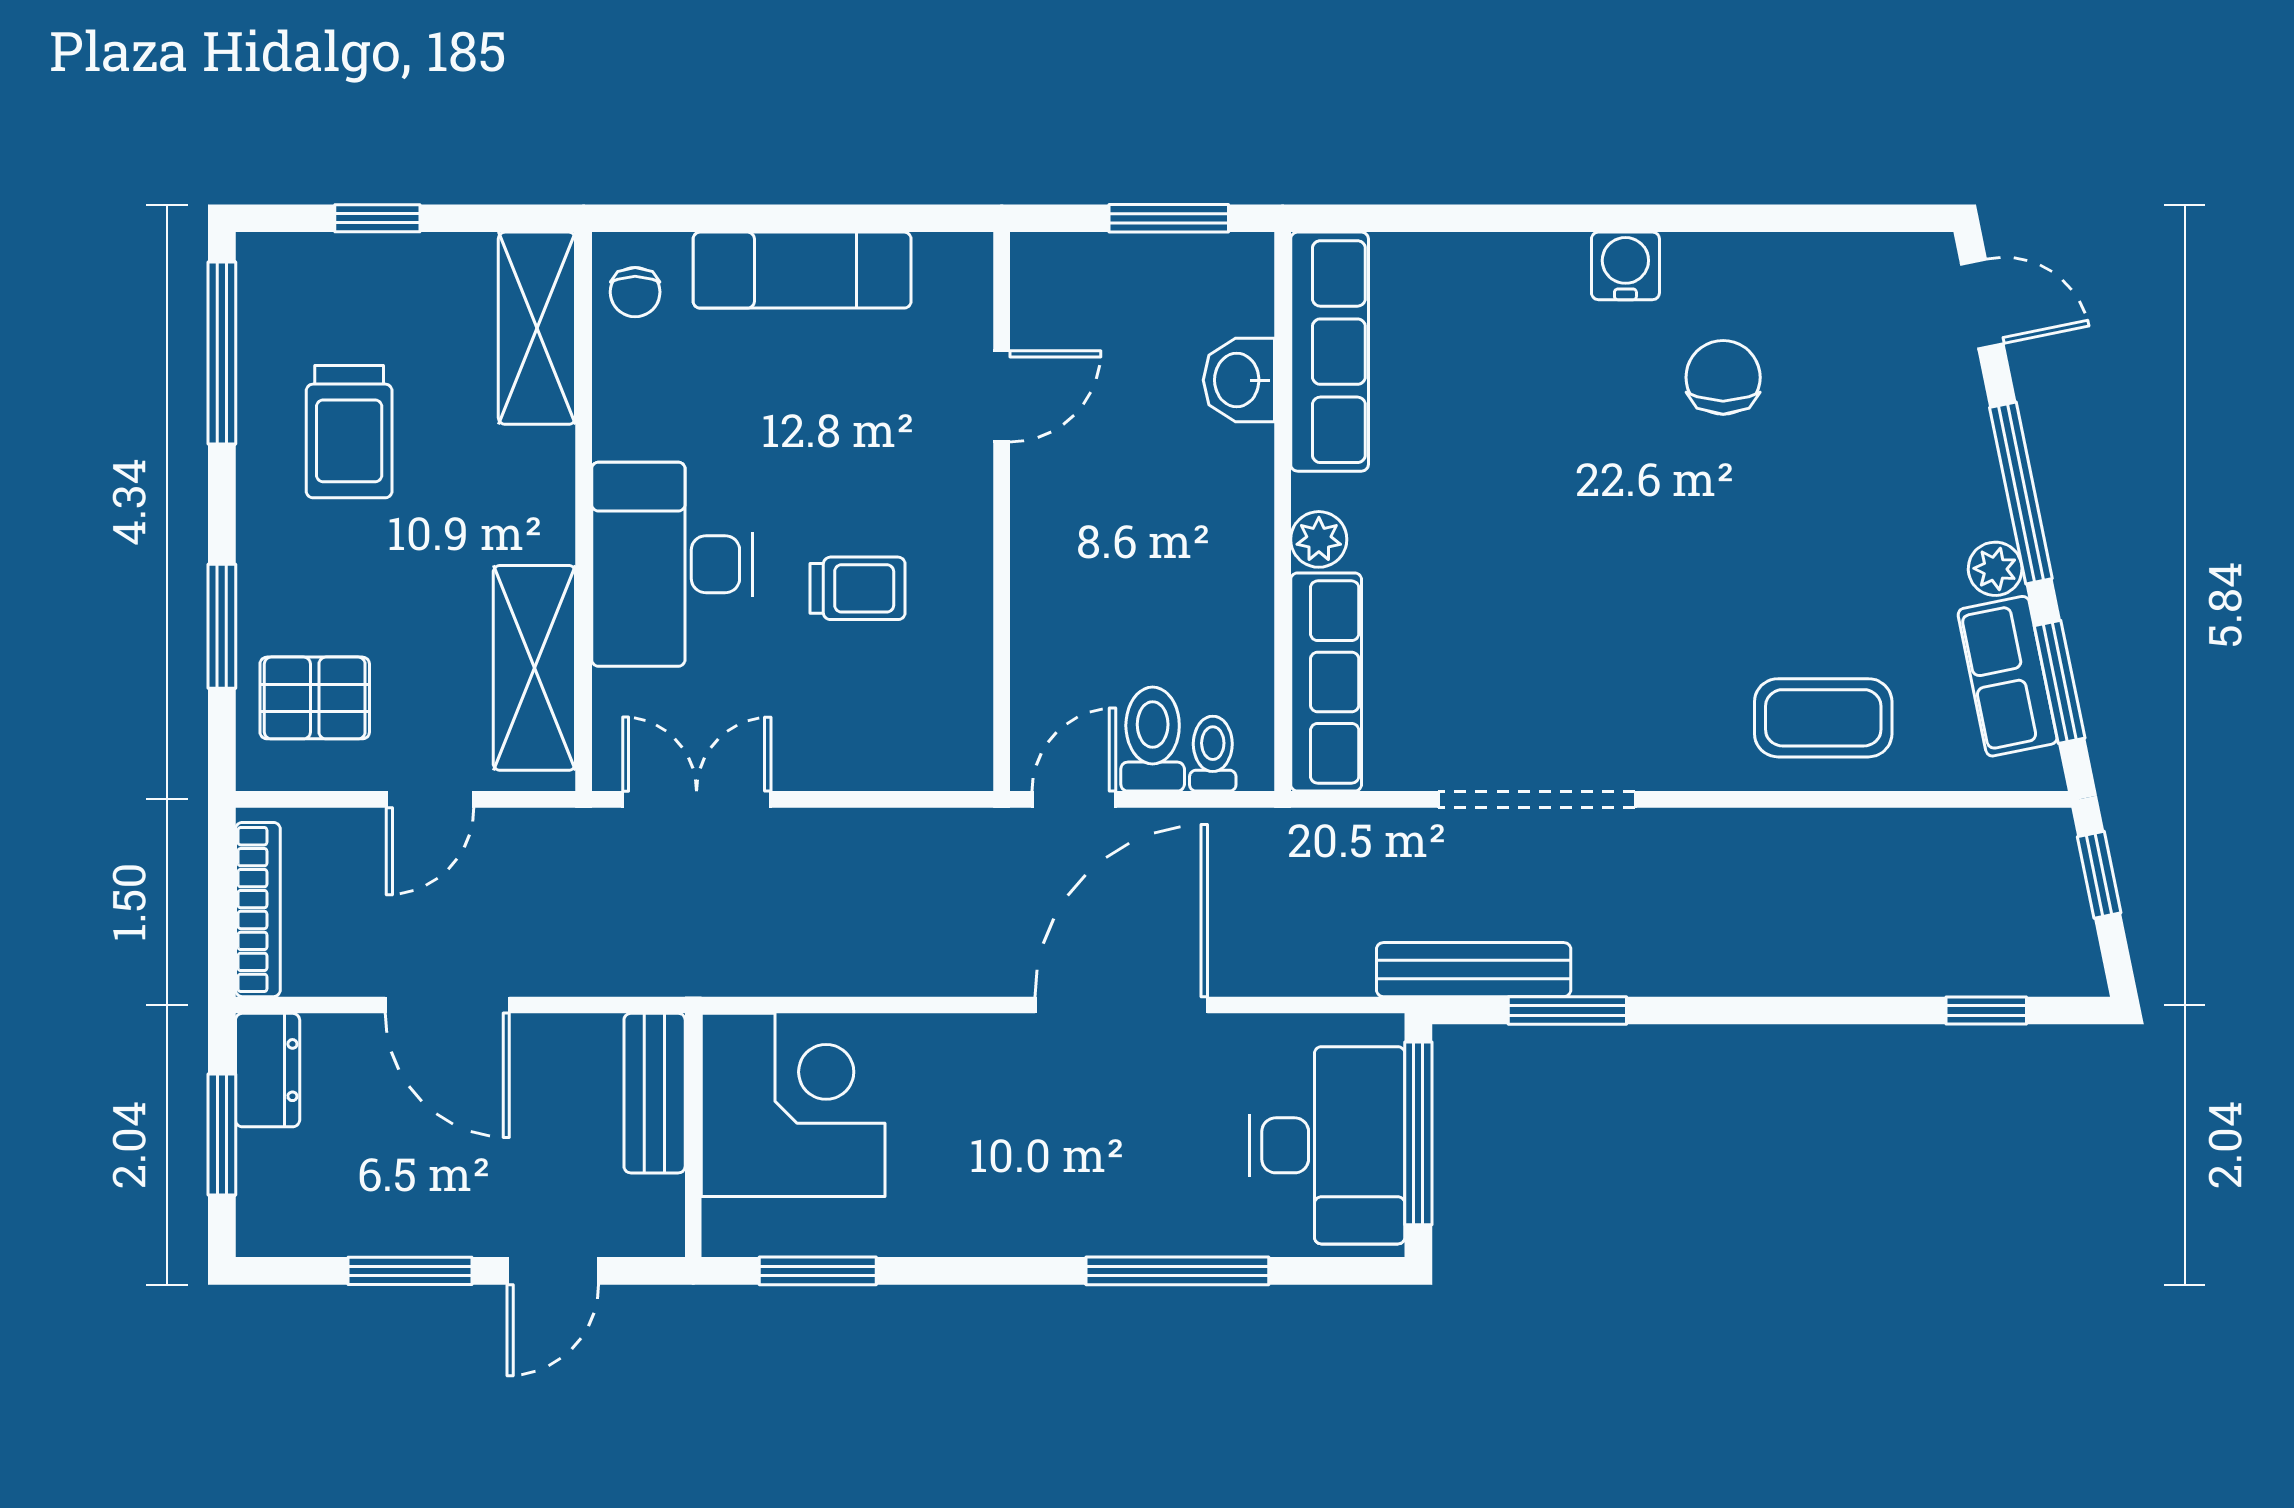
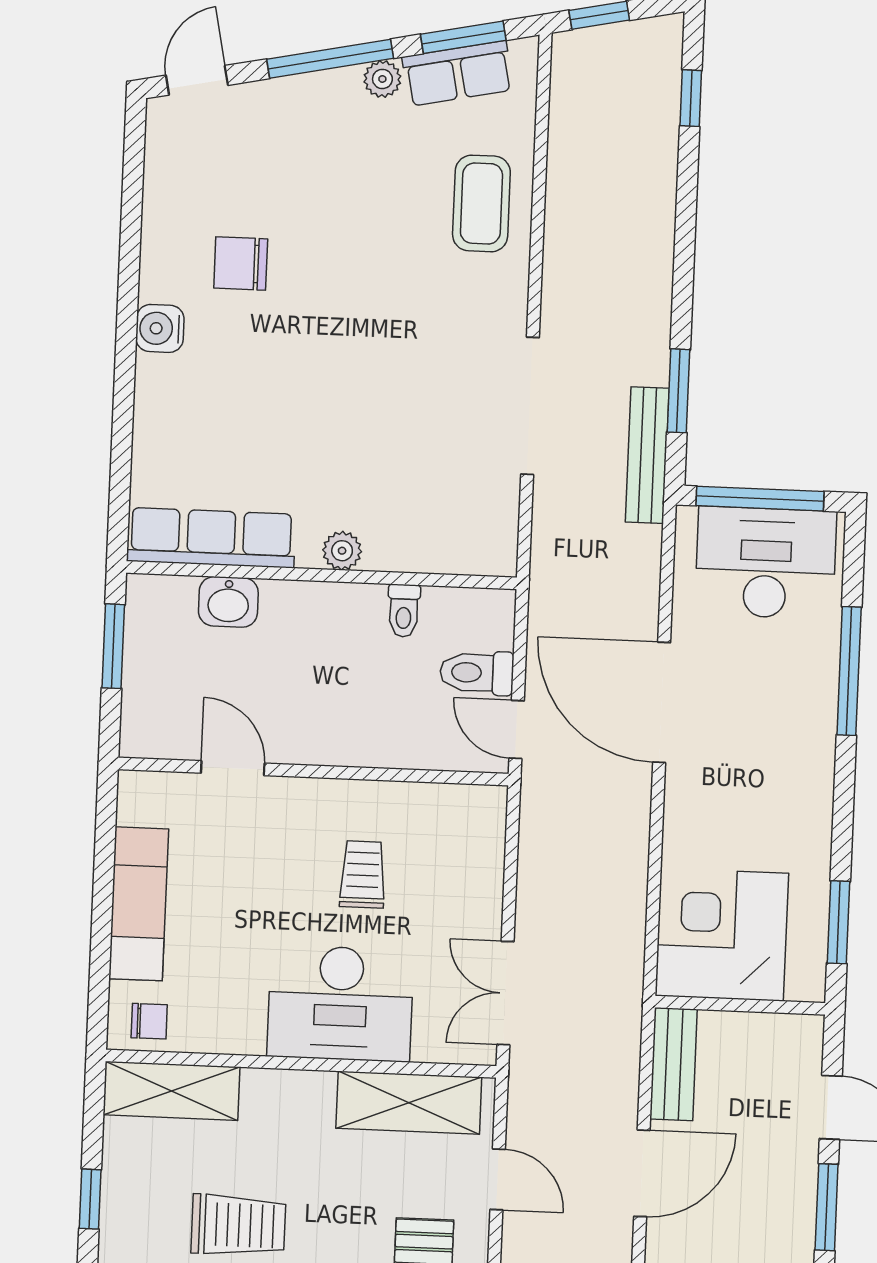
row of seats: (1326, 682) -> (442, 550), removed
toilet: (1213, 754) -> (404, 611), moved, turned -90
bench: (655, 1093) -> (674, 1064), moved, turned 90

